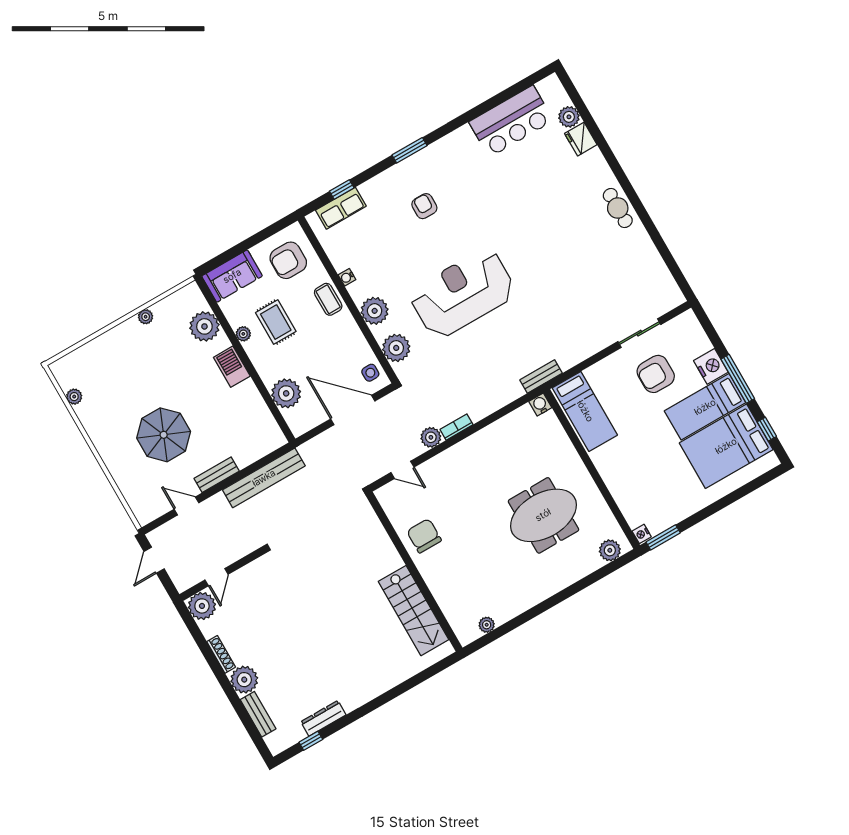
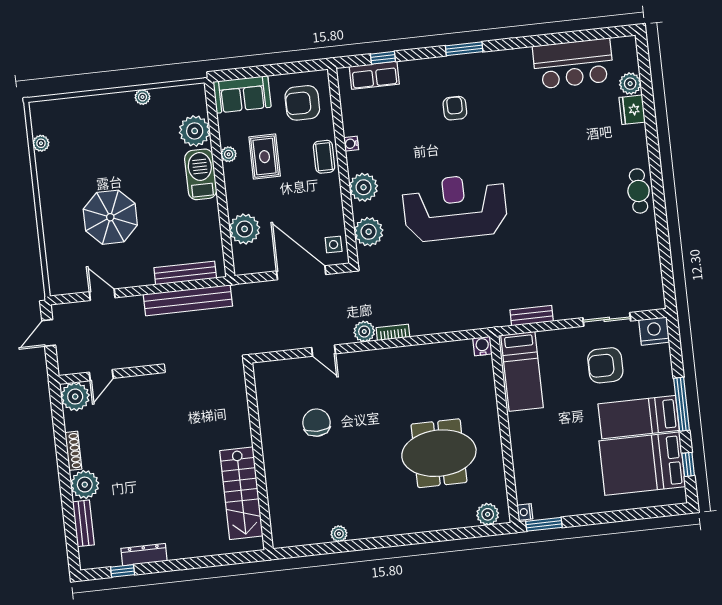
nightstand: (711, 366) -> (654, 331), moved, turned -90
barbecue: (232, 367) -> (201, 174), width x1.37, depth x1.21
bench: (541, 376) -> (532, 316), moved
bench: (217, 475) -> (185, 273), moved, width x1.36
wall: (414, 572) -> (258, 456), moved
stairs: (413, 611) -> (241, 493), moved

